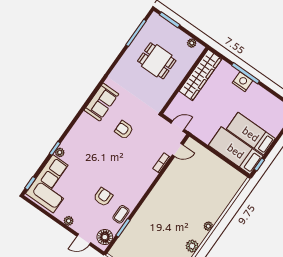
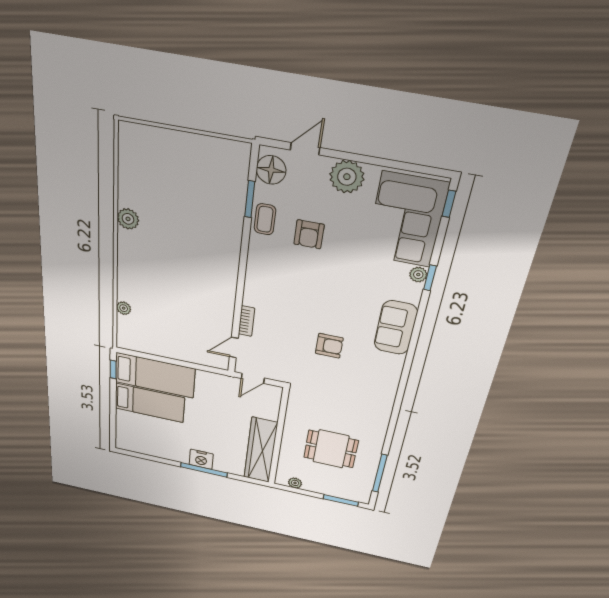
sofa: (101, 102) -> (396, 328), moved
plant: (69, 221) -> (347, 177), width x1.88, depth x1.88
plant: (208, 226) -> (124, 308), moved

